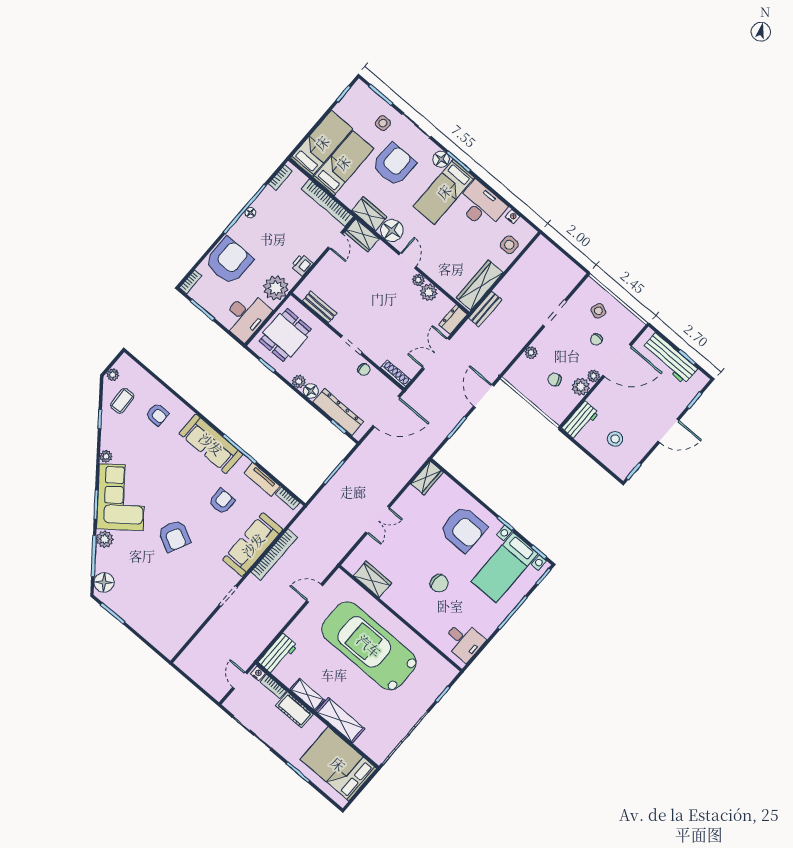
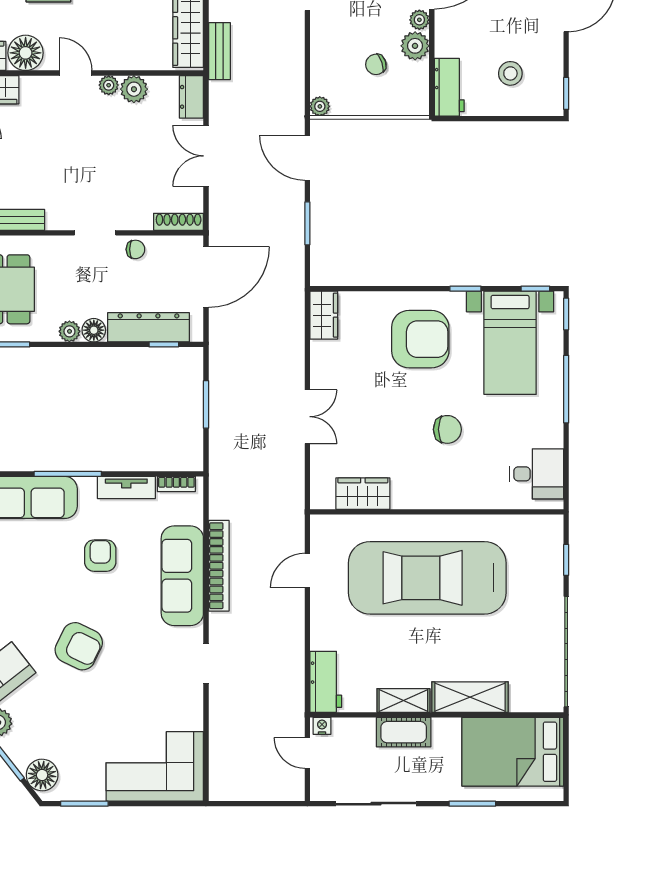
plant: (531, 353) -> (320, 106), moved
corner sofa: (161, 624) -> (155, 766), added
bookcase: (273, 686) -> (354, 726), removed

